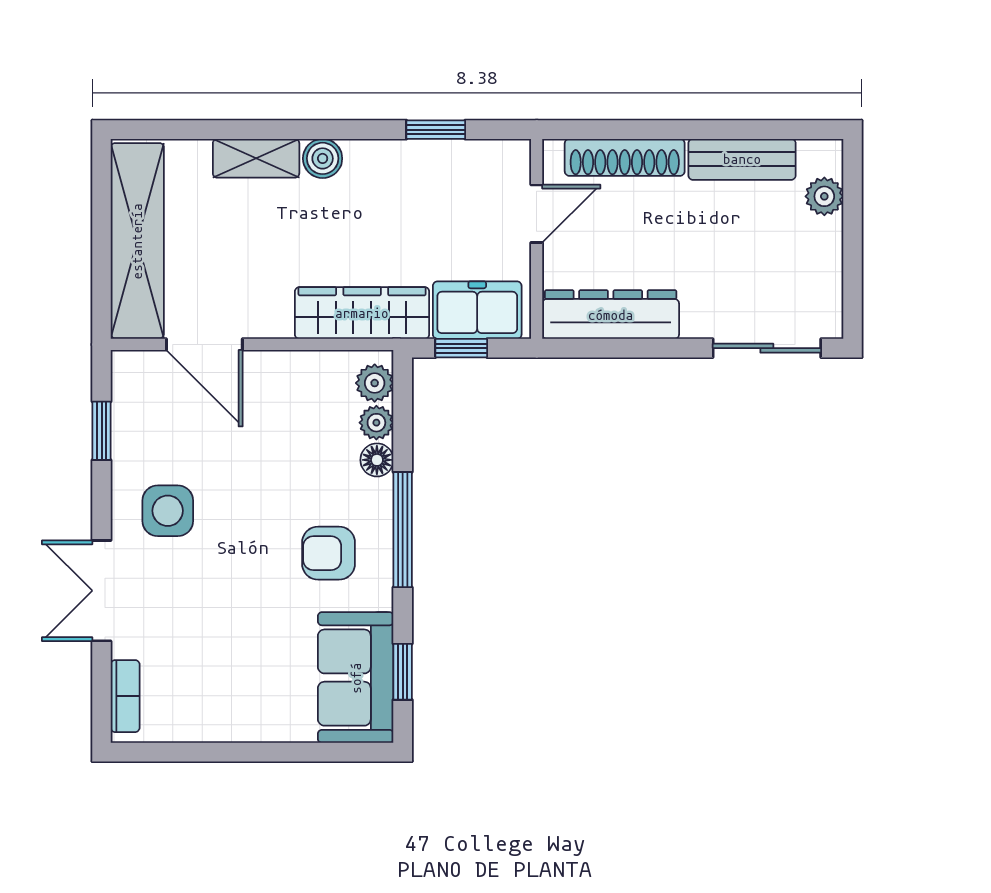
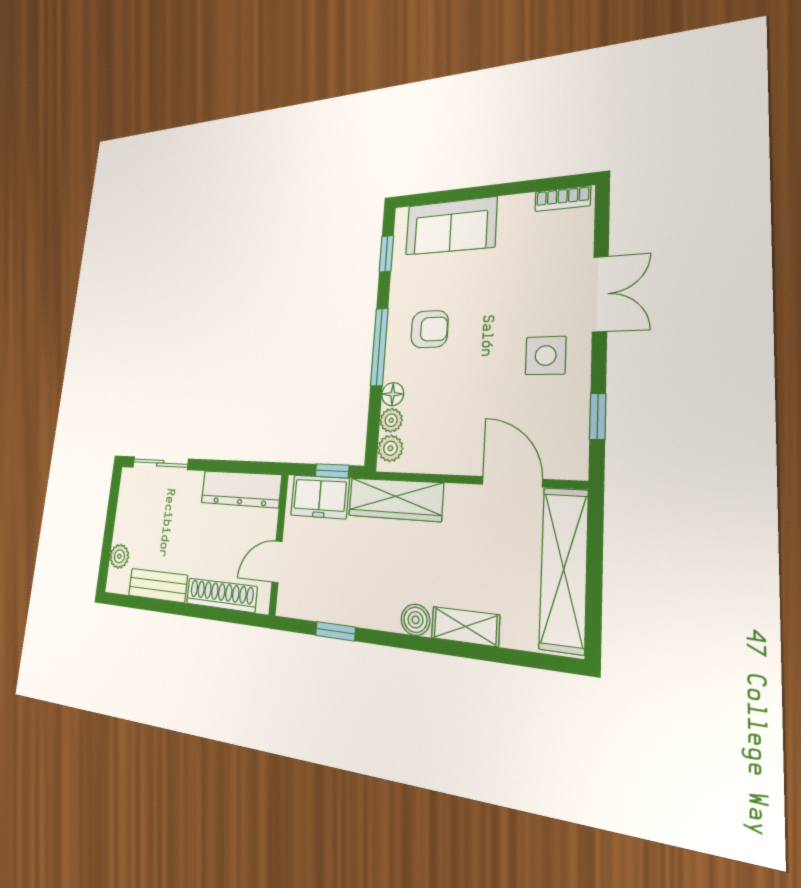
sofa: (356, 678) -> (451, 226), moved, turned 90
bookcase: (125, 696) -> (563, 199), moved, turned -90

